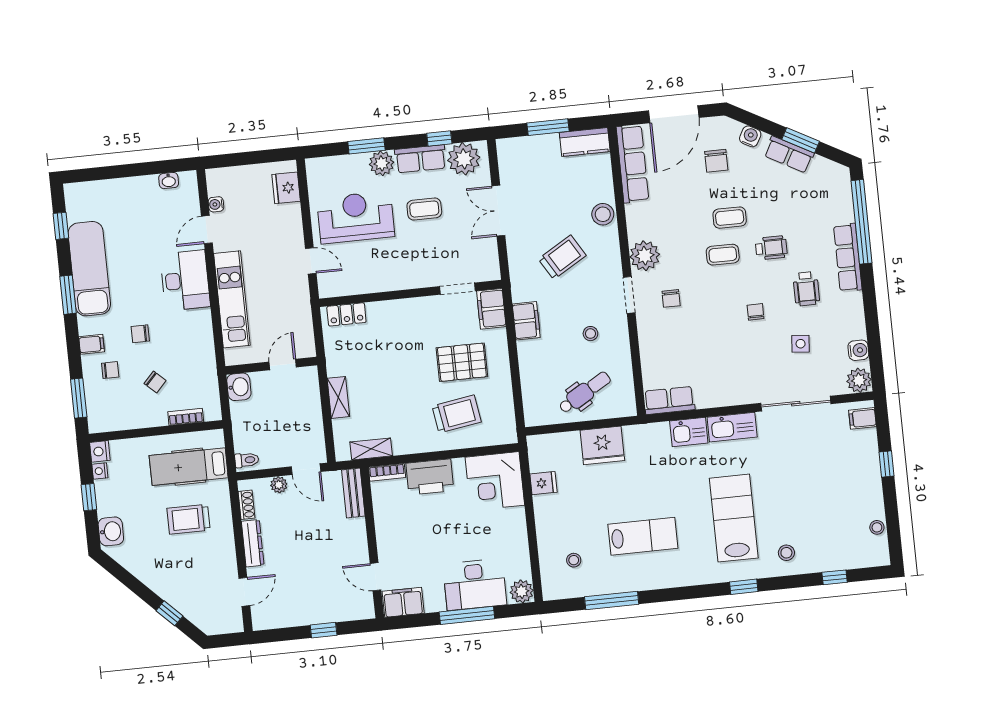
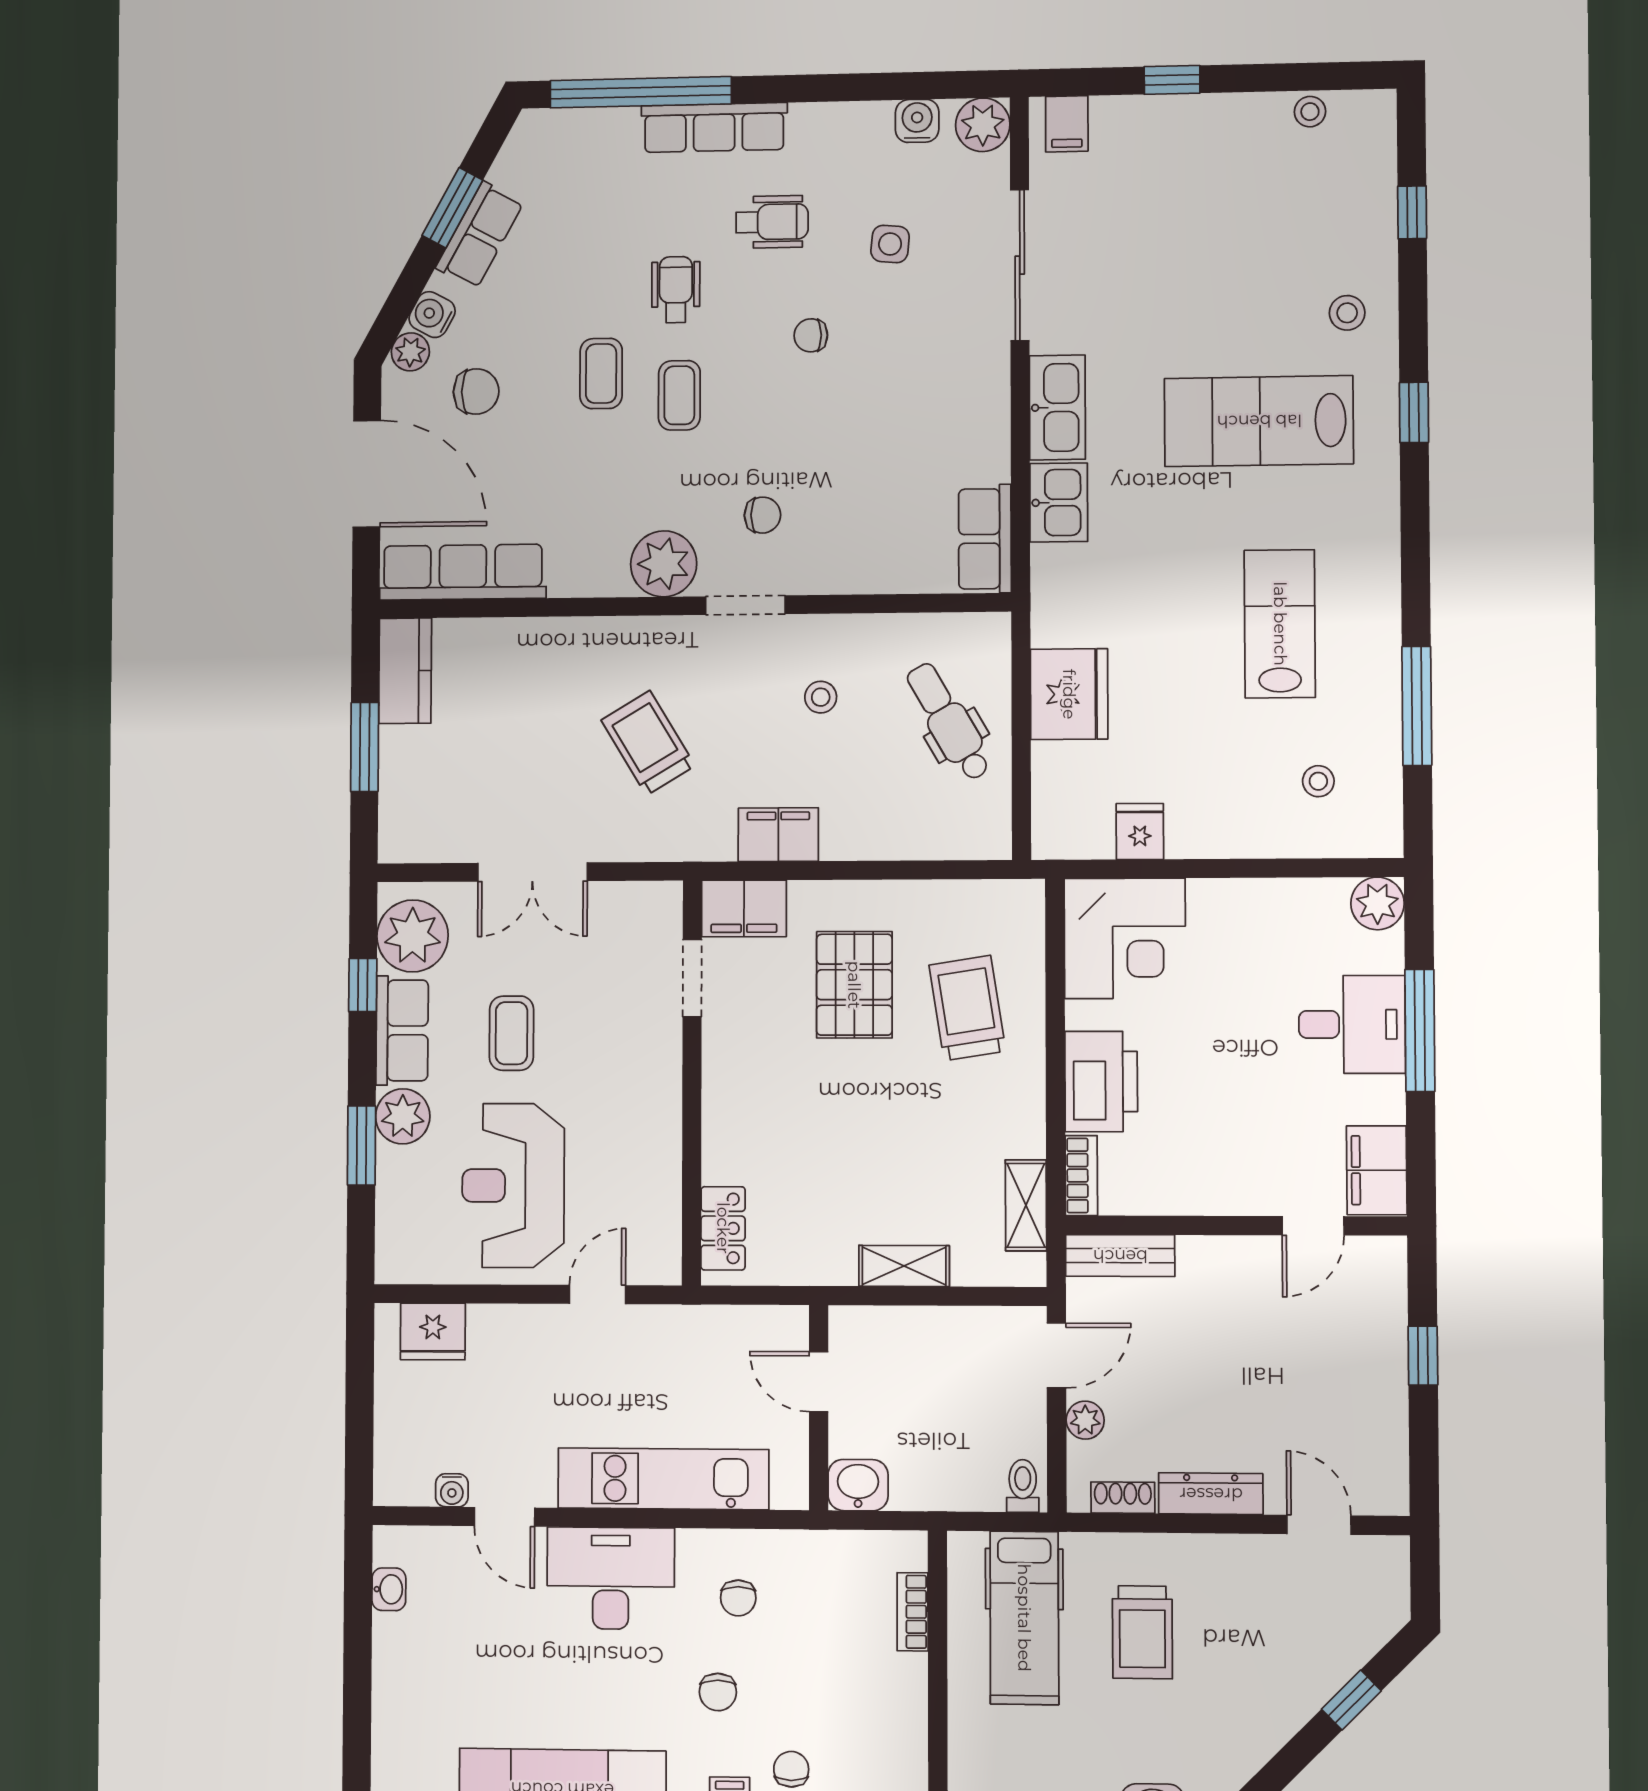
plant: (732, 128) -> (410, 352), added
stool: (603, 214) -> (565, 646), removed
chair: (155, 382) -> (738, 1598), moved, turned 137
desk: (475, 584) -> (1352, 1024), width x0.73

